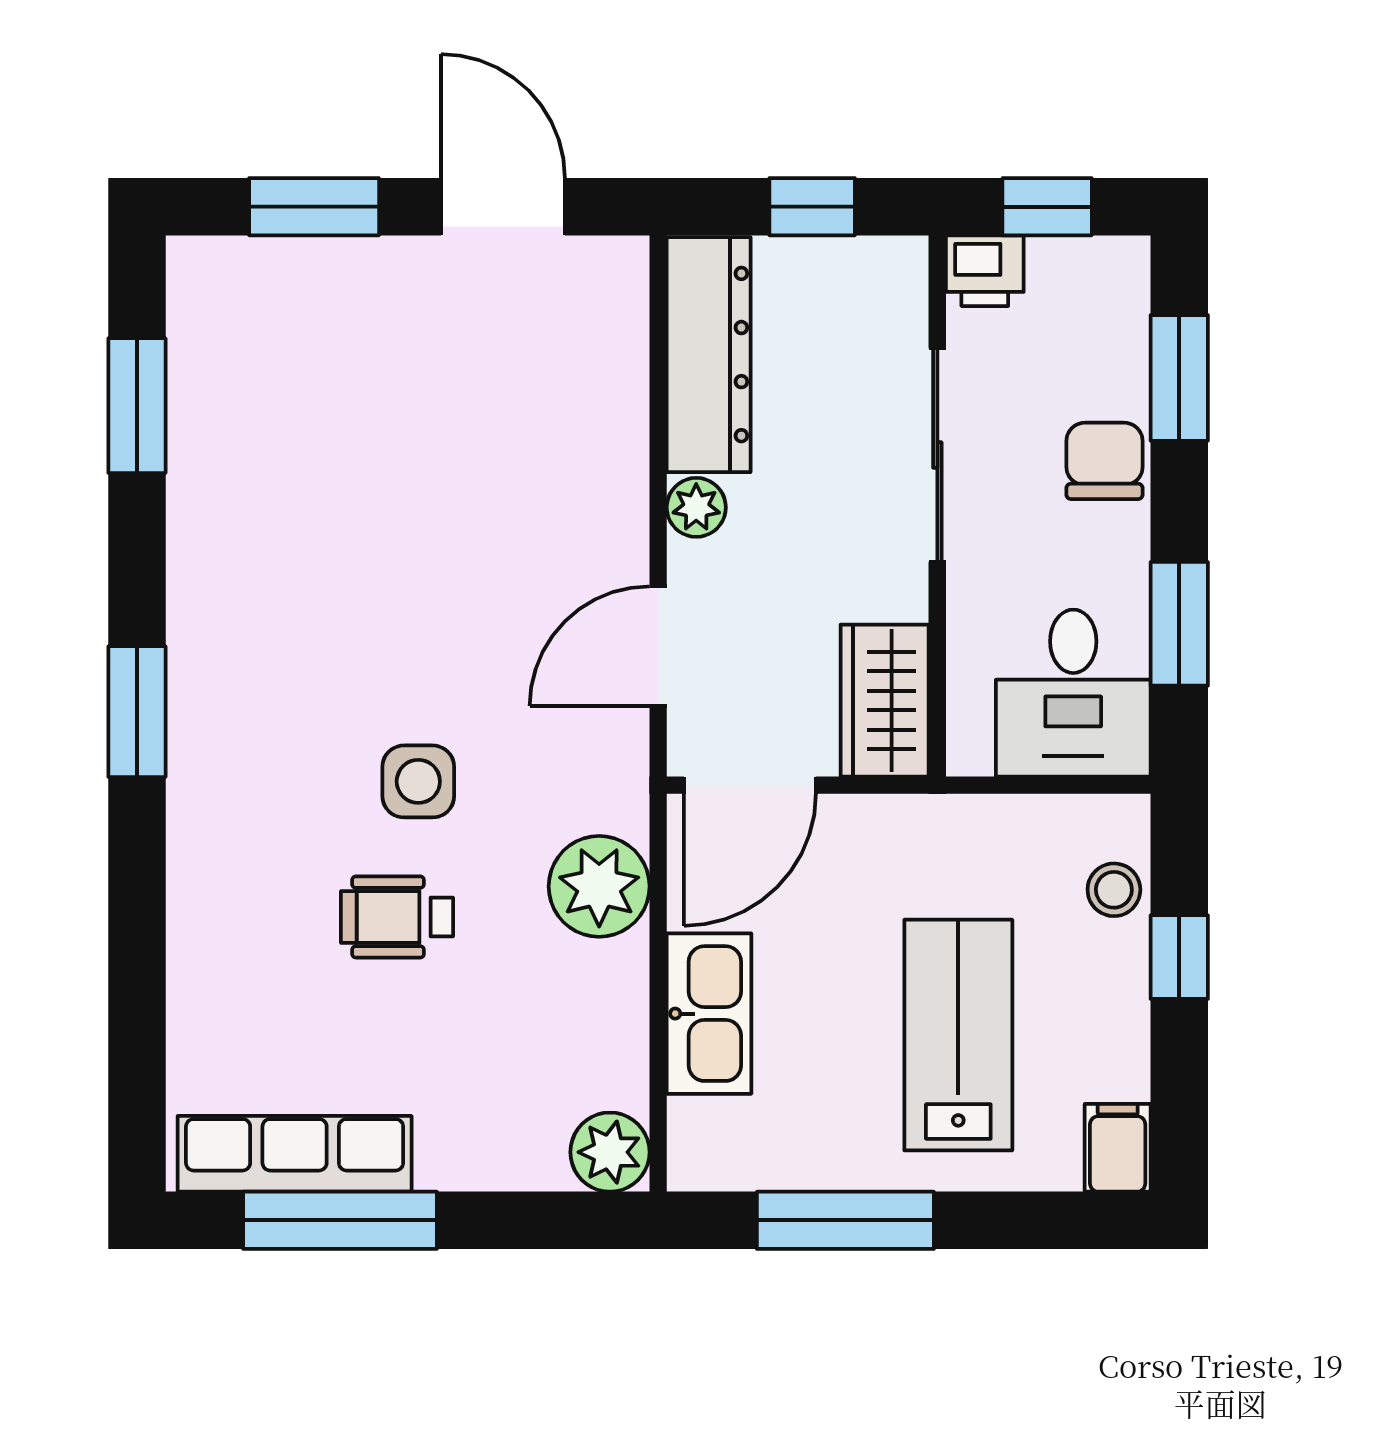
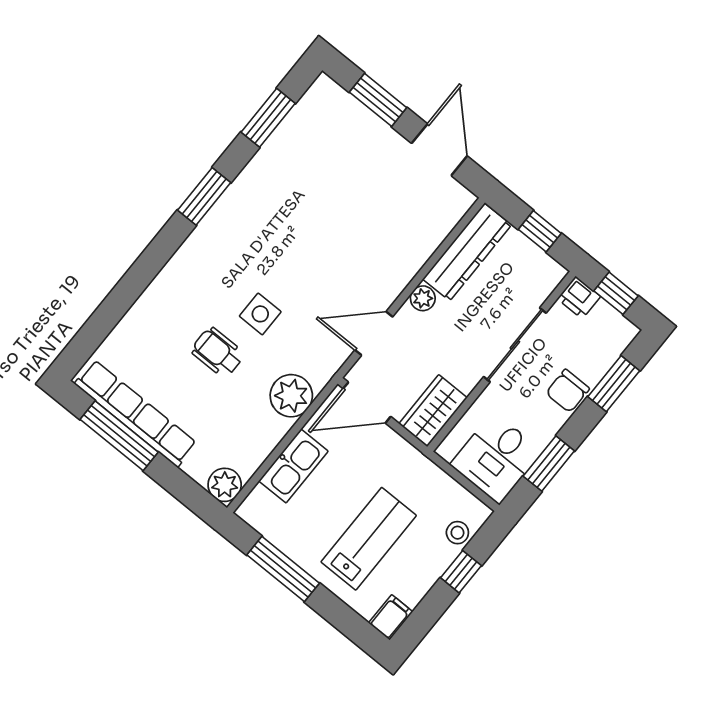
chair: (1105, 461) -> (568, 391), turned 180
window: (137, 712) -> (204, 196), moved
row of seats: (295, 1154) -> (136, 413), width x1.36

